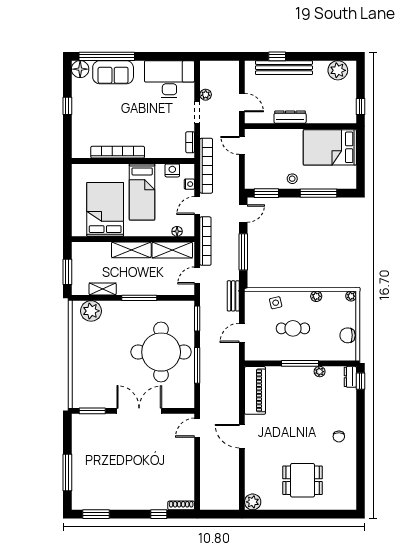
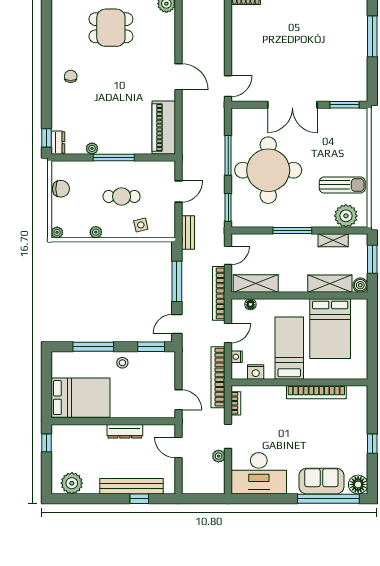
boiler: (78, 249) -> (360, 285), added
shelving: (131, 250) -> (330, 284), moved
sun lounger: (94, 339) -> (342, 185), added

